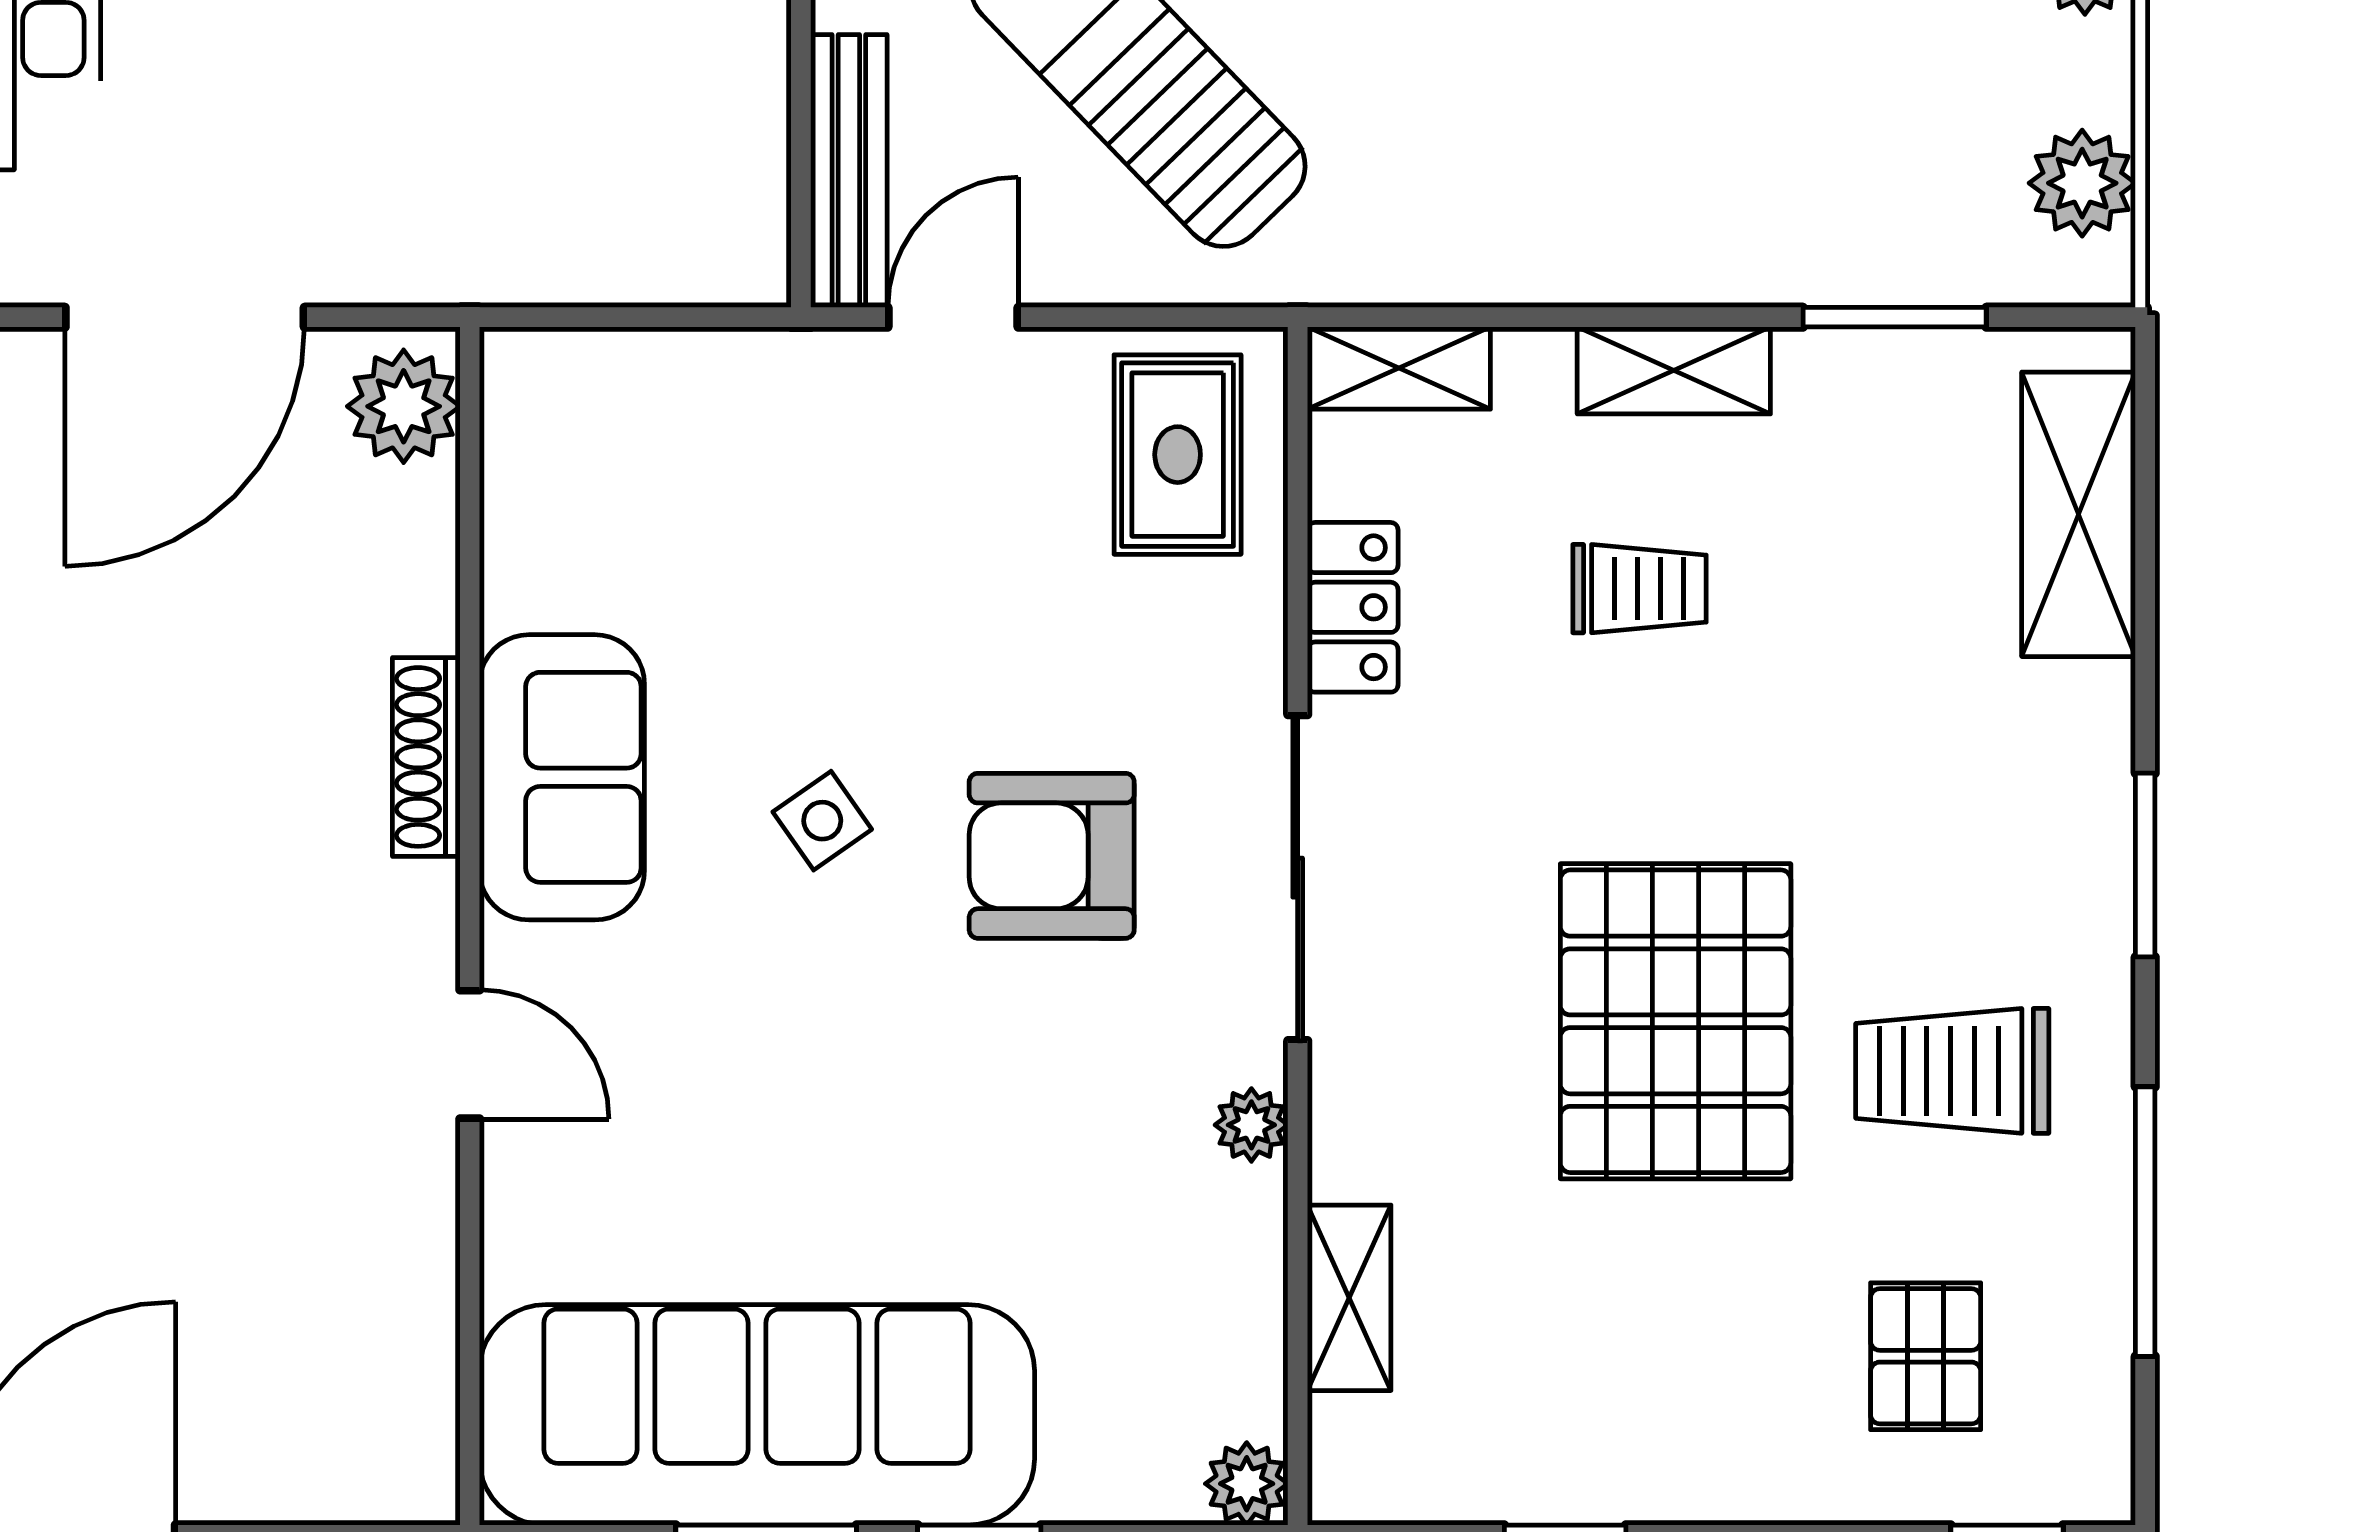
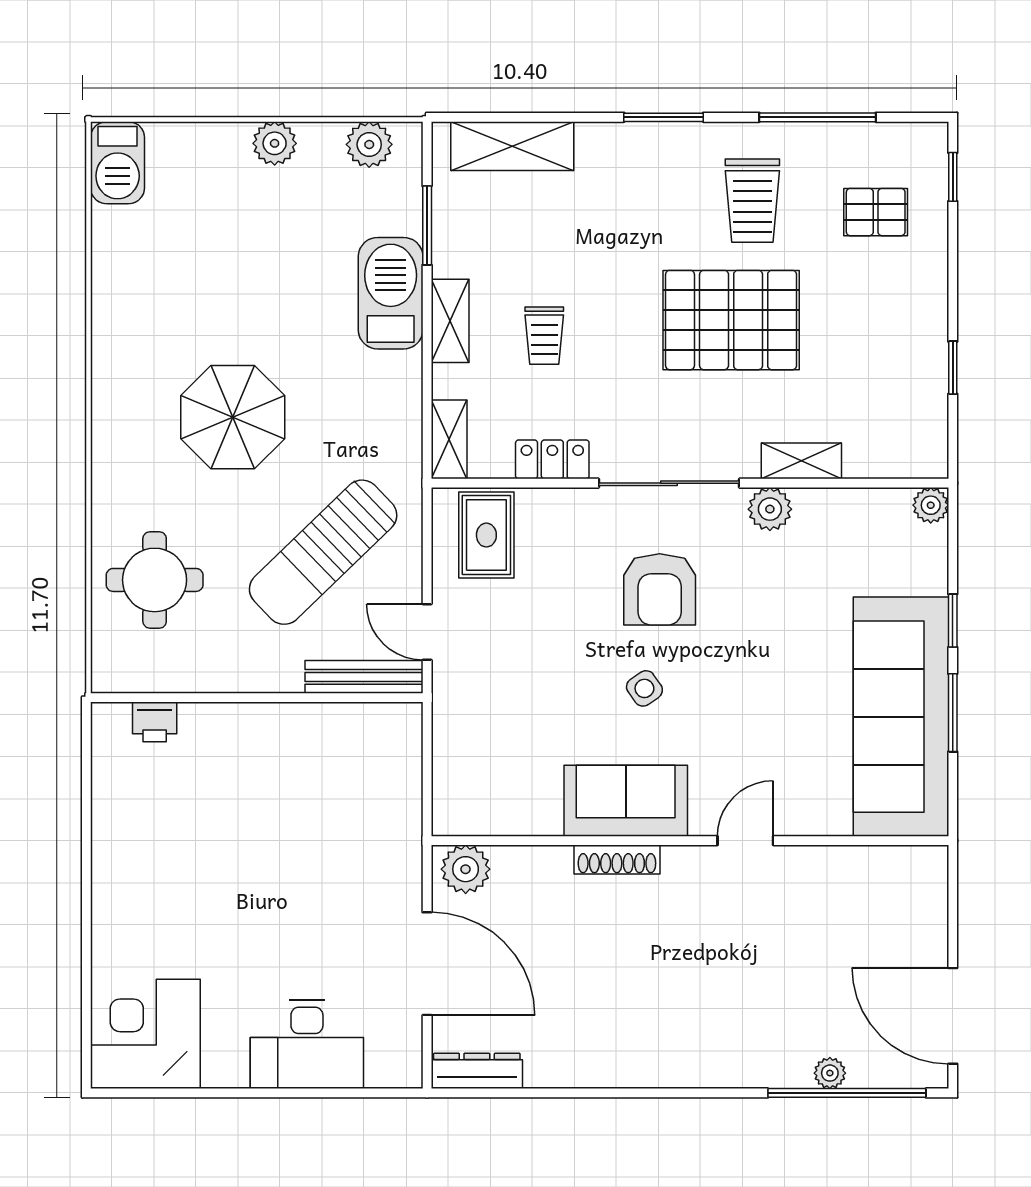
barbecue: (1738, 233) -> (391, 293), added
rug: (1178, 455) -> (486, 535), turned 90
trolley: (1640, 589) -> (544, 336), turned 180
plant: (1251, 1125) -> (770, 509), width x1.38, depth x1.38
shelving: (1349, 1298) -> (801, 461), moved

